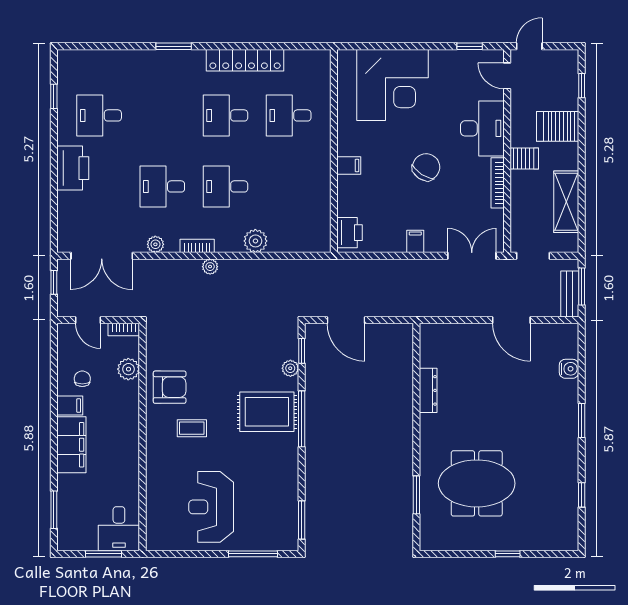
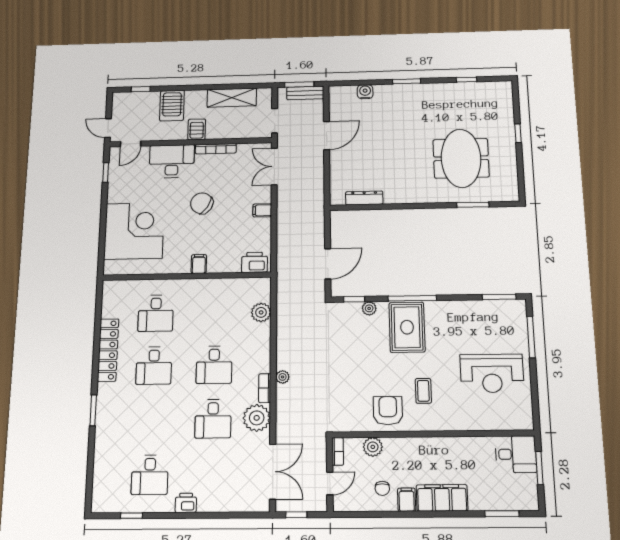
printer: (73, 168) -> (186, 503), width x0.53, depth x0.68
plant: (255, 241) -> (261, 312), moved
plant: (155, 244) -> (257, 418), width x1.87, depth x1.87
chair: (82, 379) -> (382, 488), turned -90
dresser: (428, 390) -> (364, 198), moved

